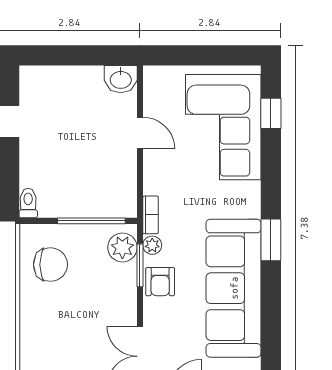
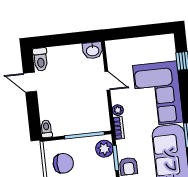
toilet: (31, 85) -> (40, 60), added
corner sofa: (223, 127) -> (158, 94), moved
plant: (152, 245) -> (118, 110), moved

